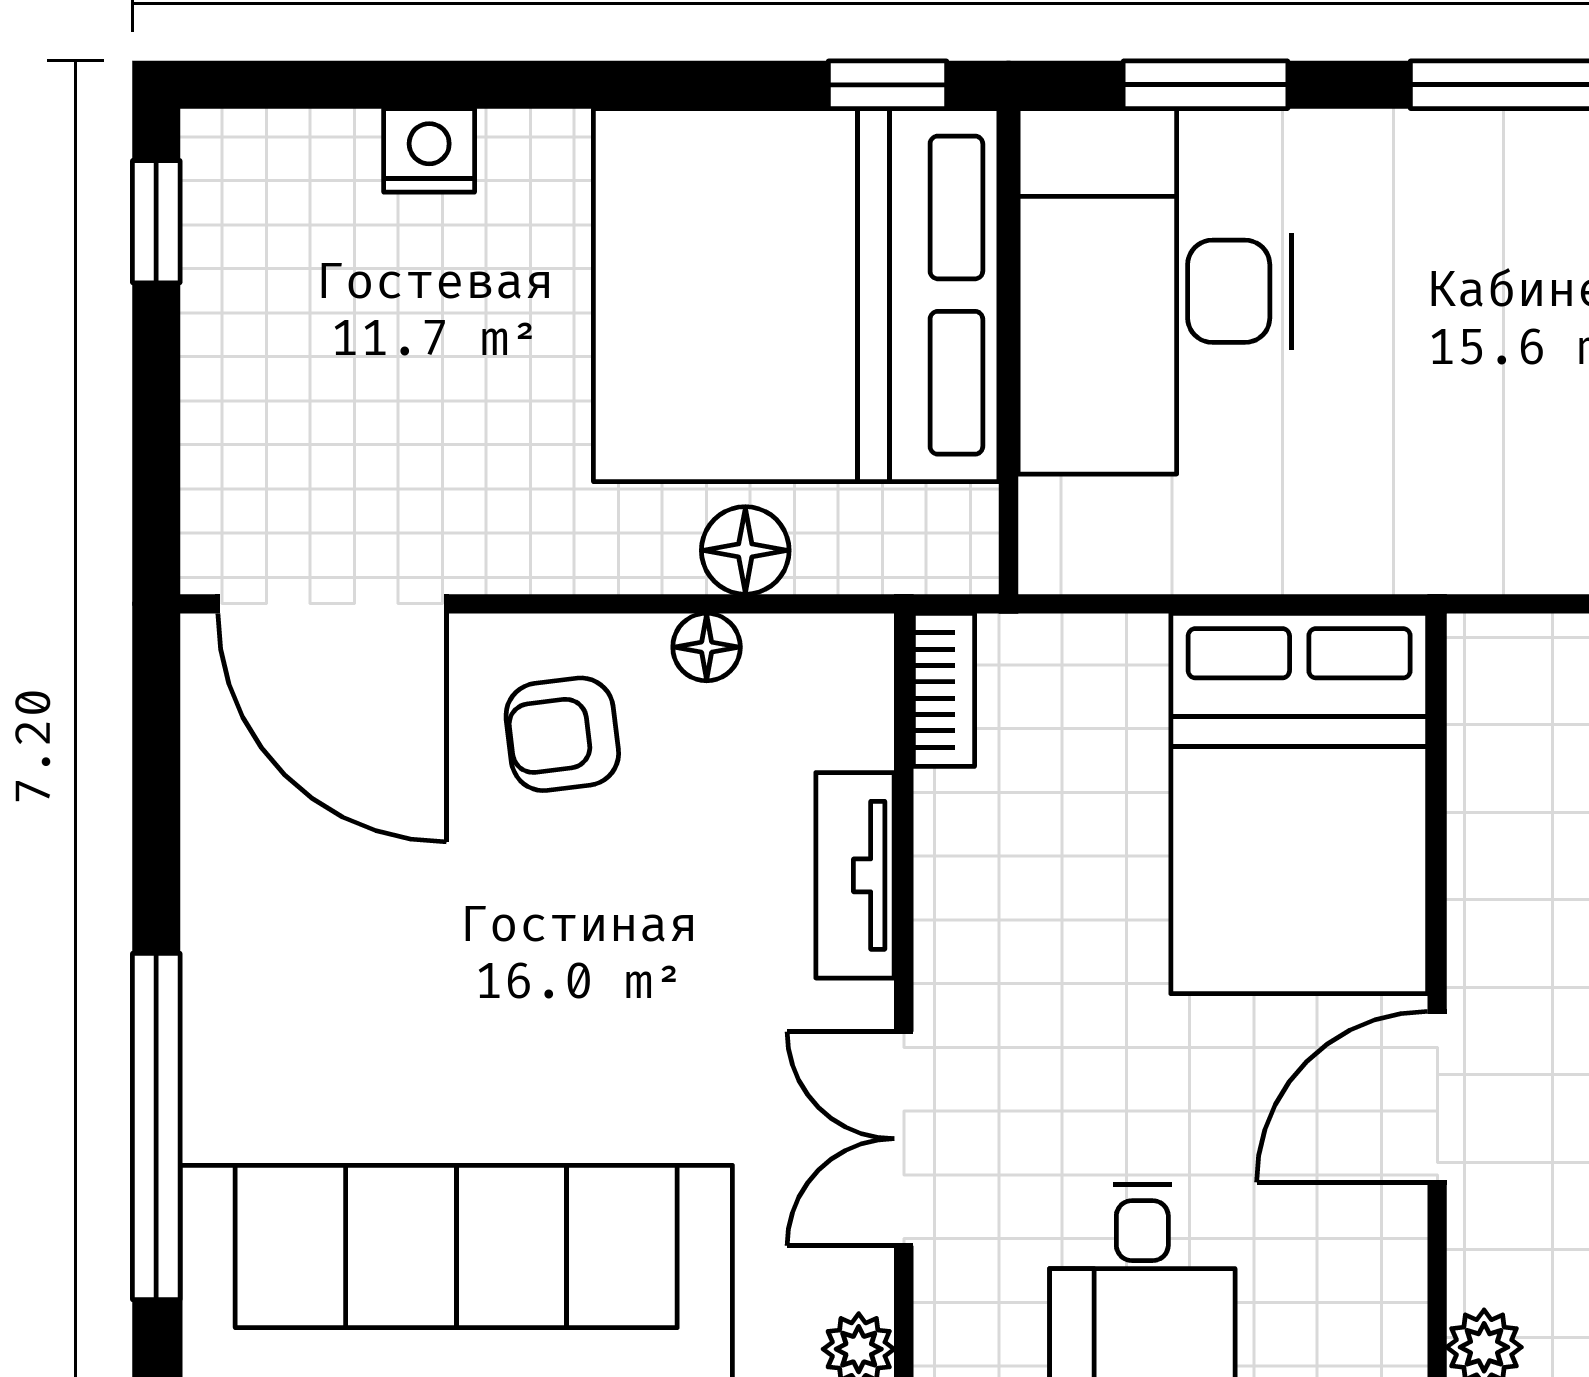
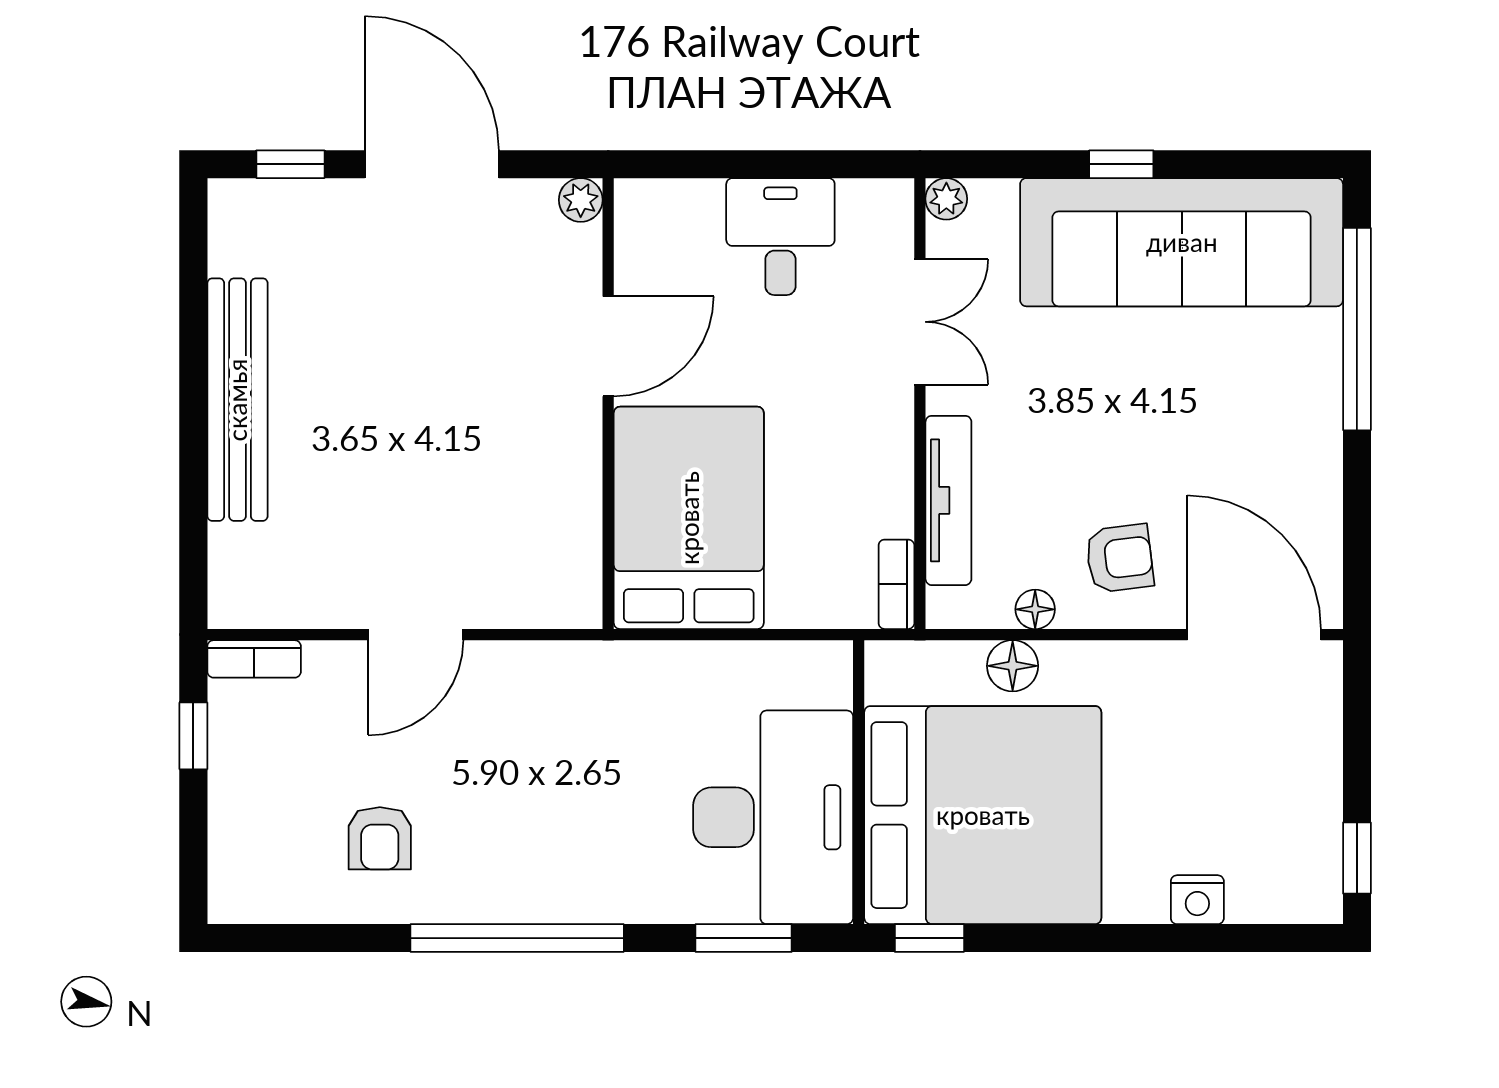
tv unit: (855, 875) -> (948, 500), width x1.41

